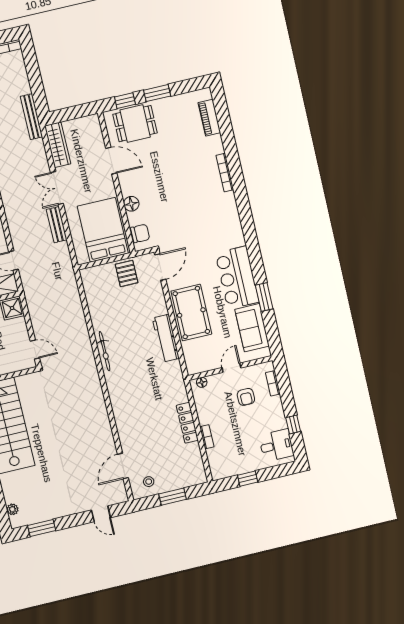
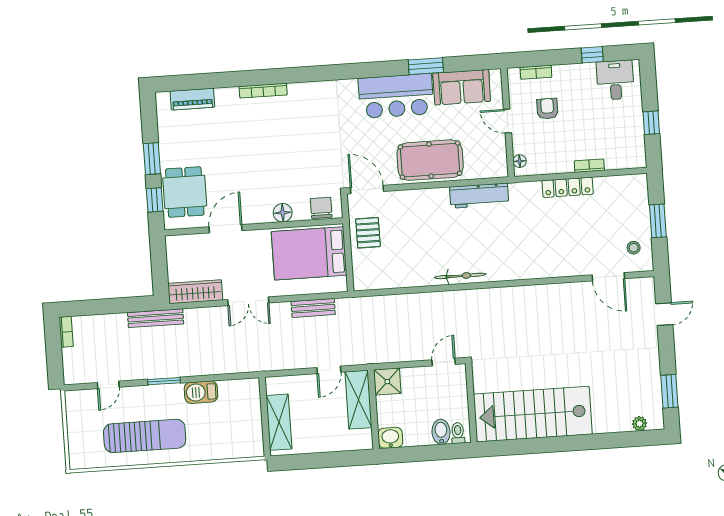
bench: (57, 225) -> (313, 308), moved
pallet: (127, 273) -> (368, 233), turned 90
workbench: (166, 338) -> (479, 196), moved
armchair: (246, 397) -> (547, 109), turned -90

